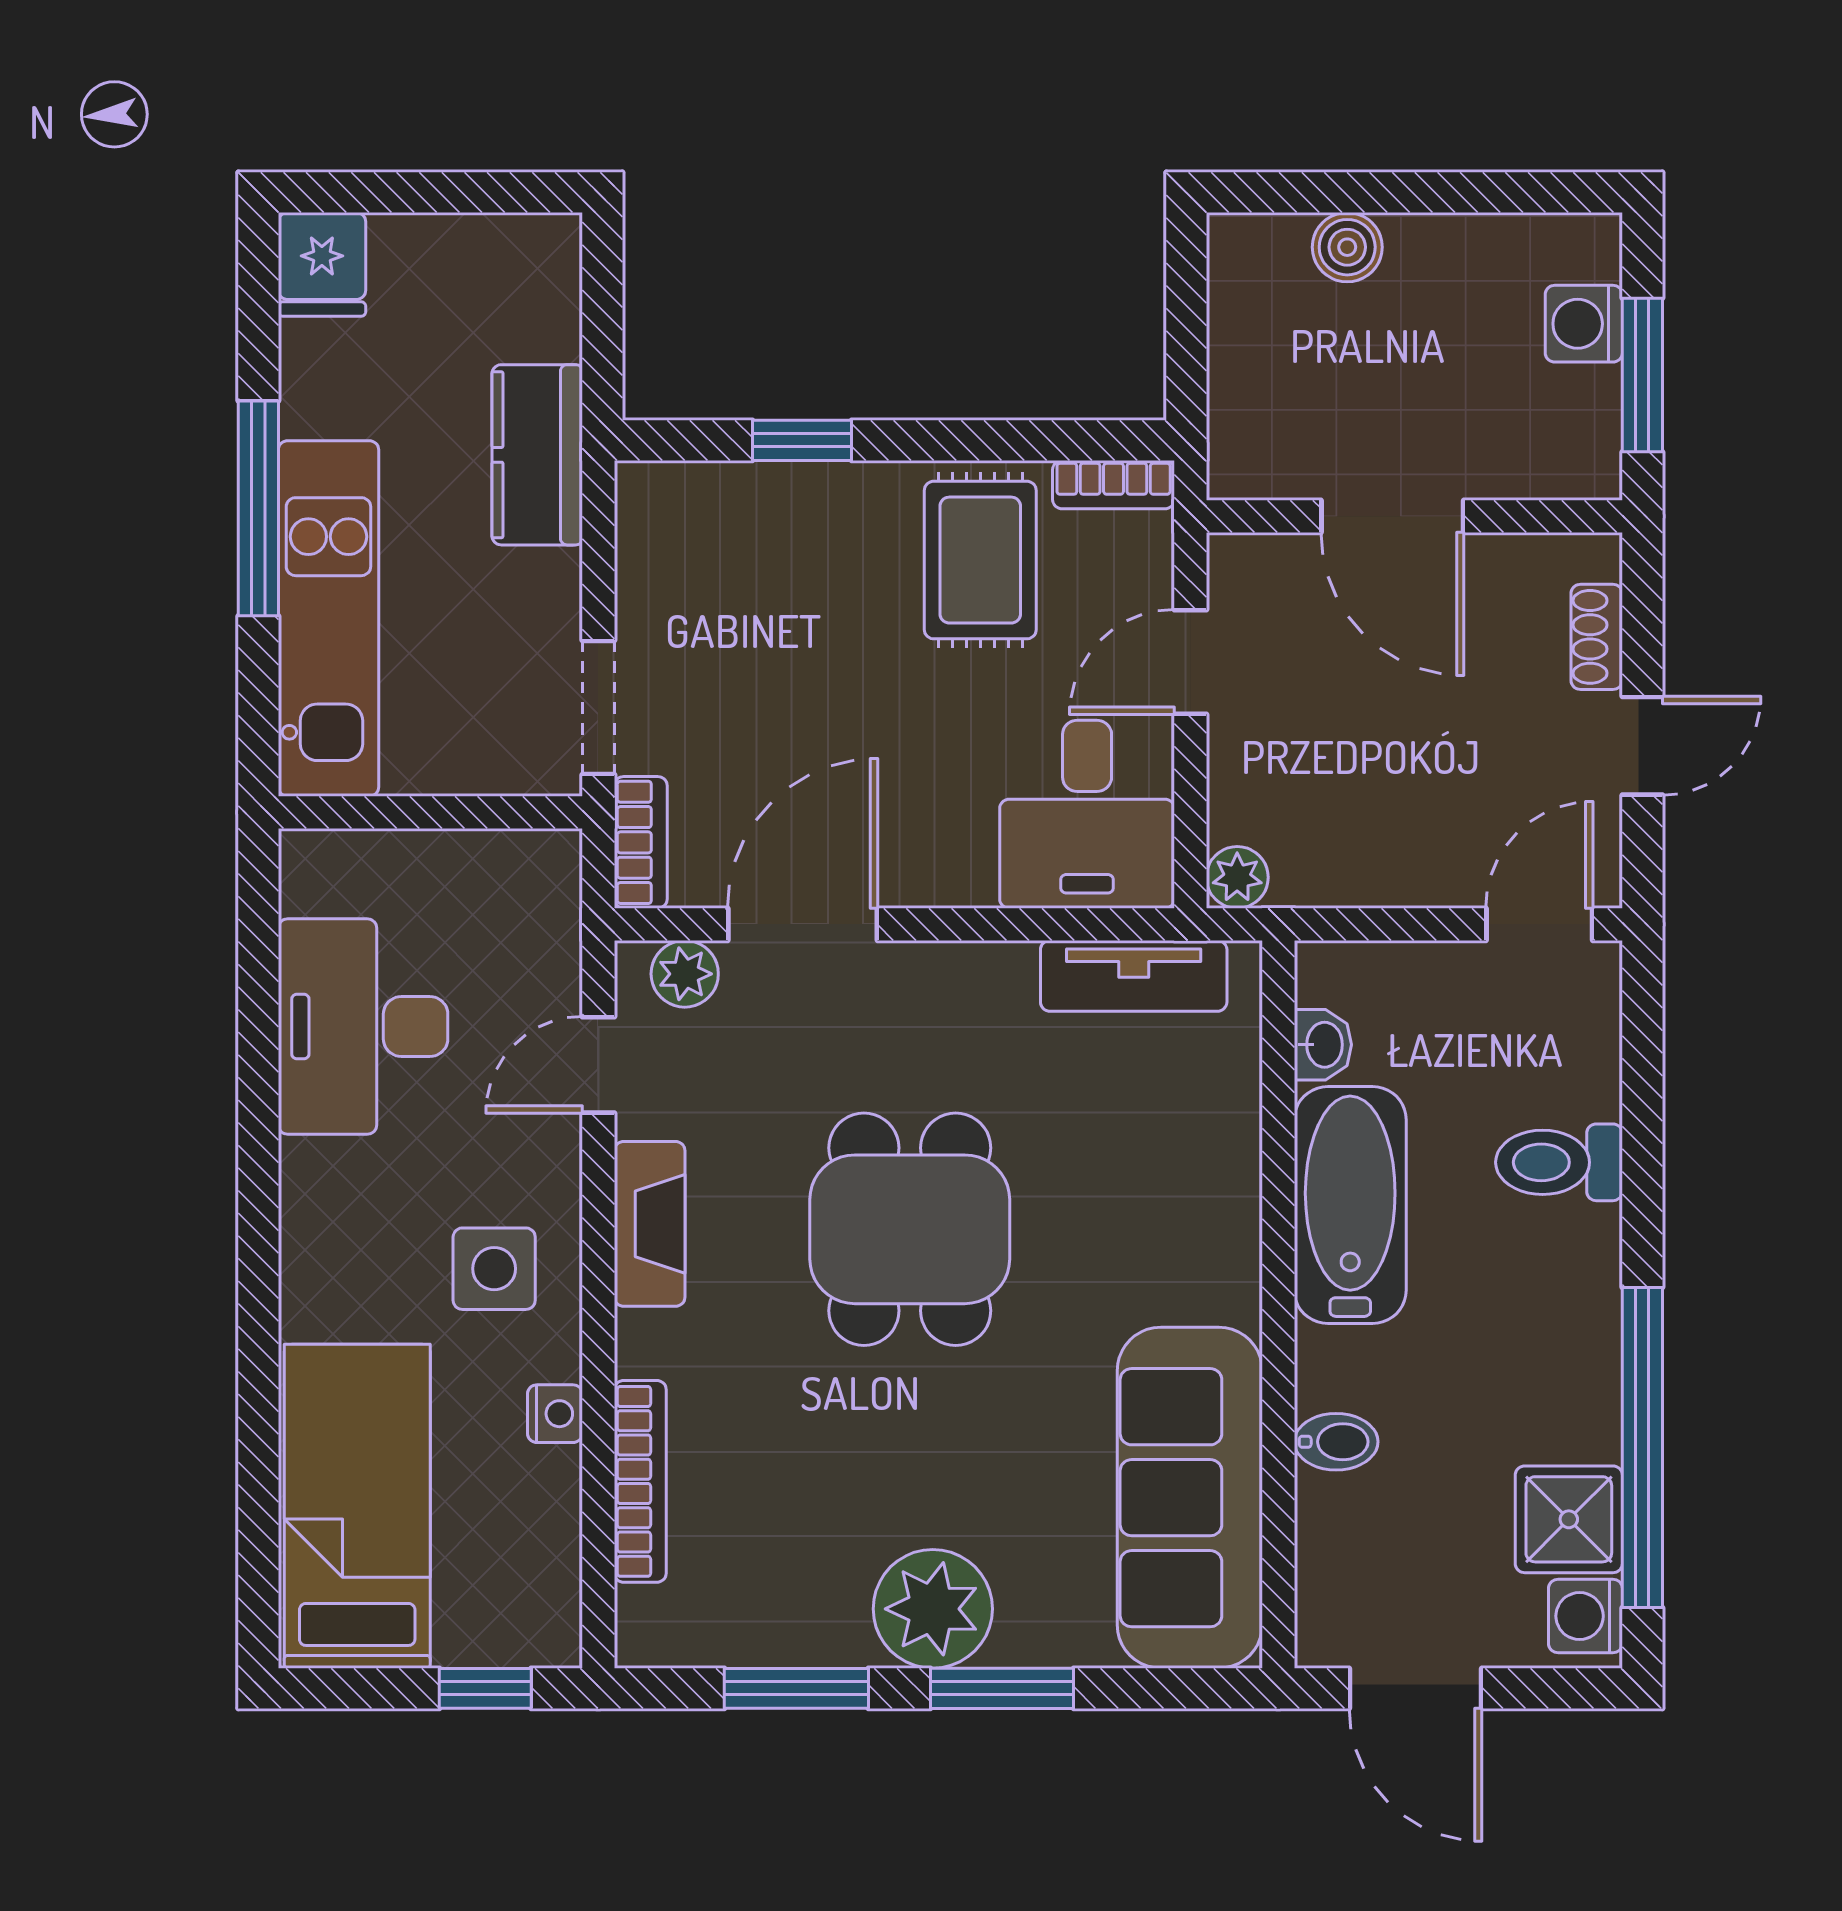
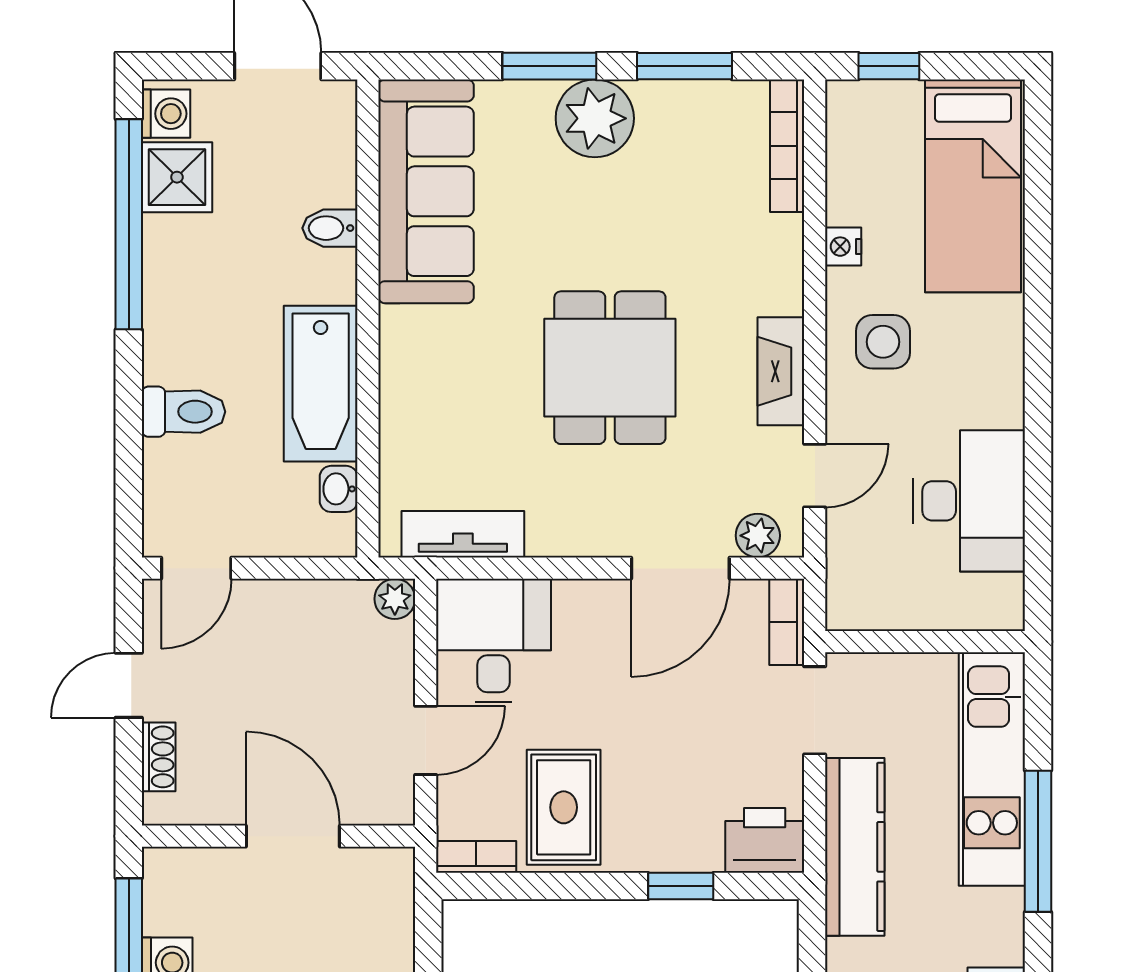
kitchen counter: (537, 455) -> (855, 847), width x1.50
printer: (674, 510) -> (765, 840), added
bookcase: (640, 1481) -> (787, 146), moved

